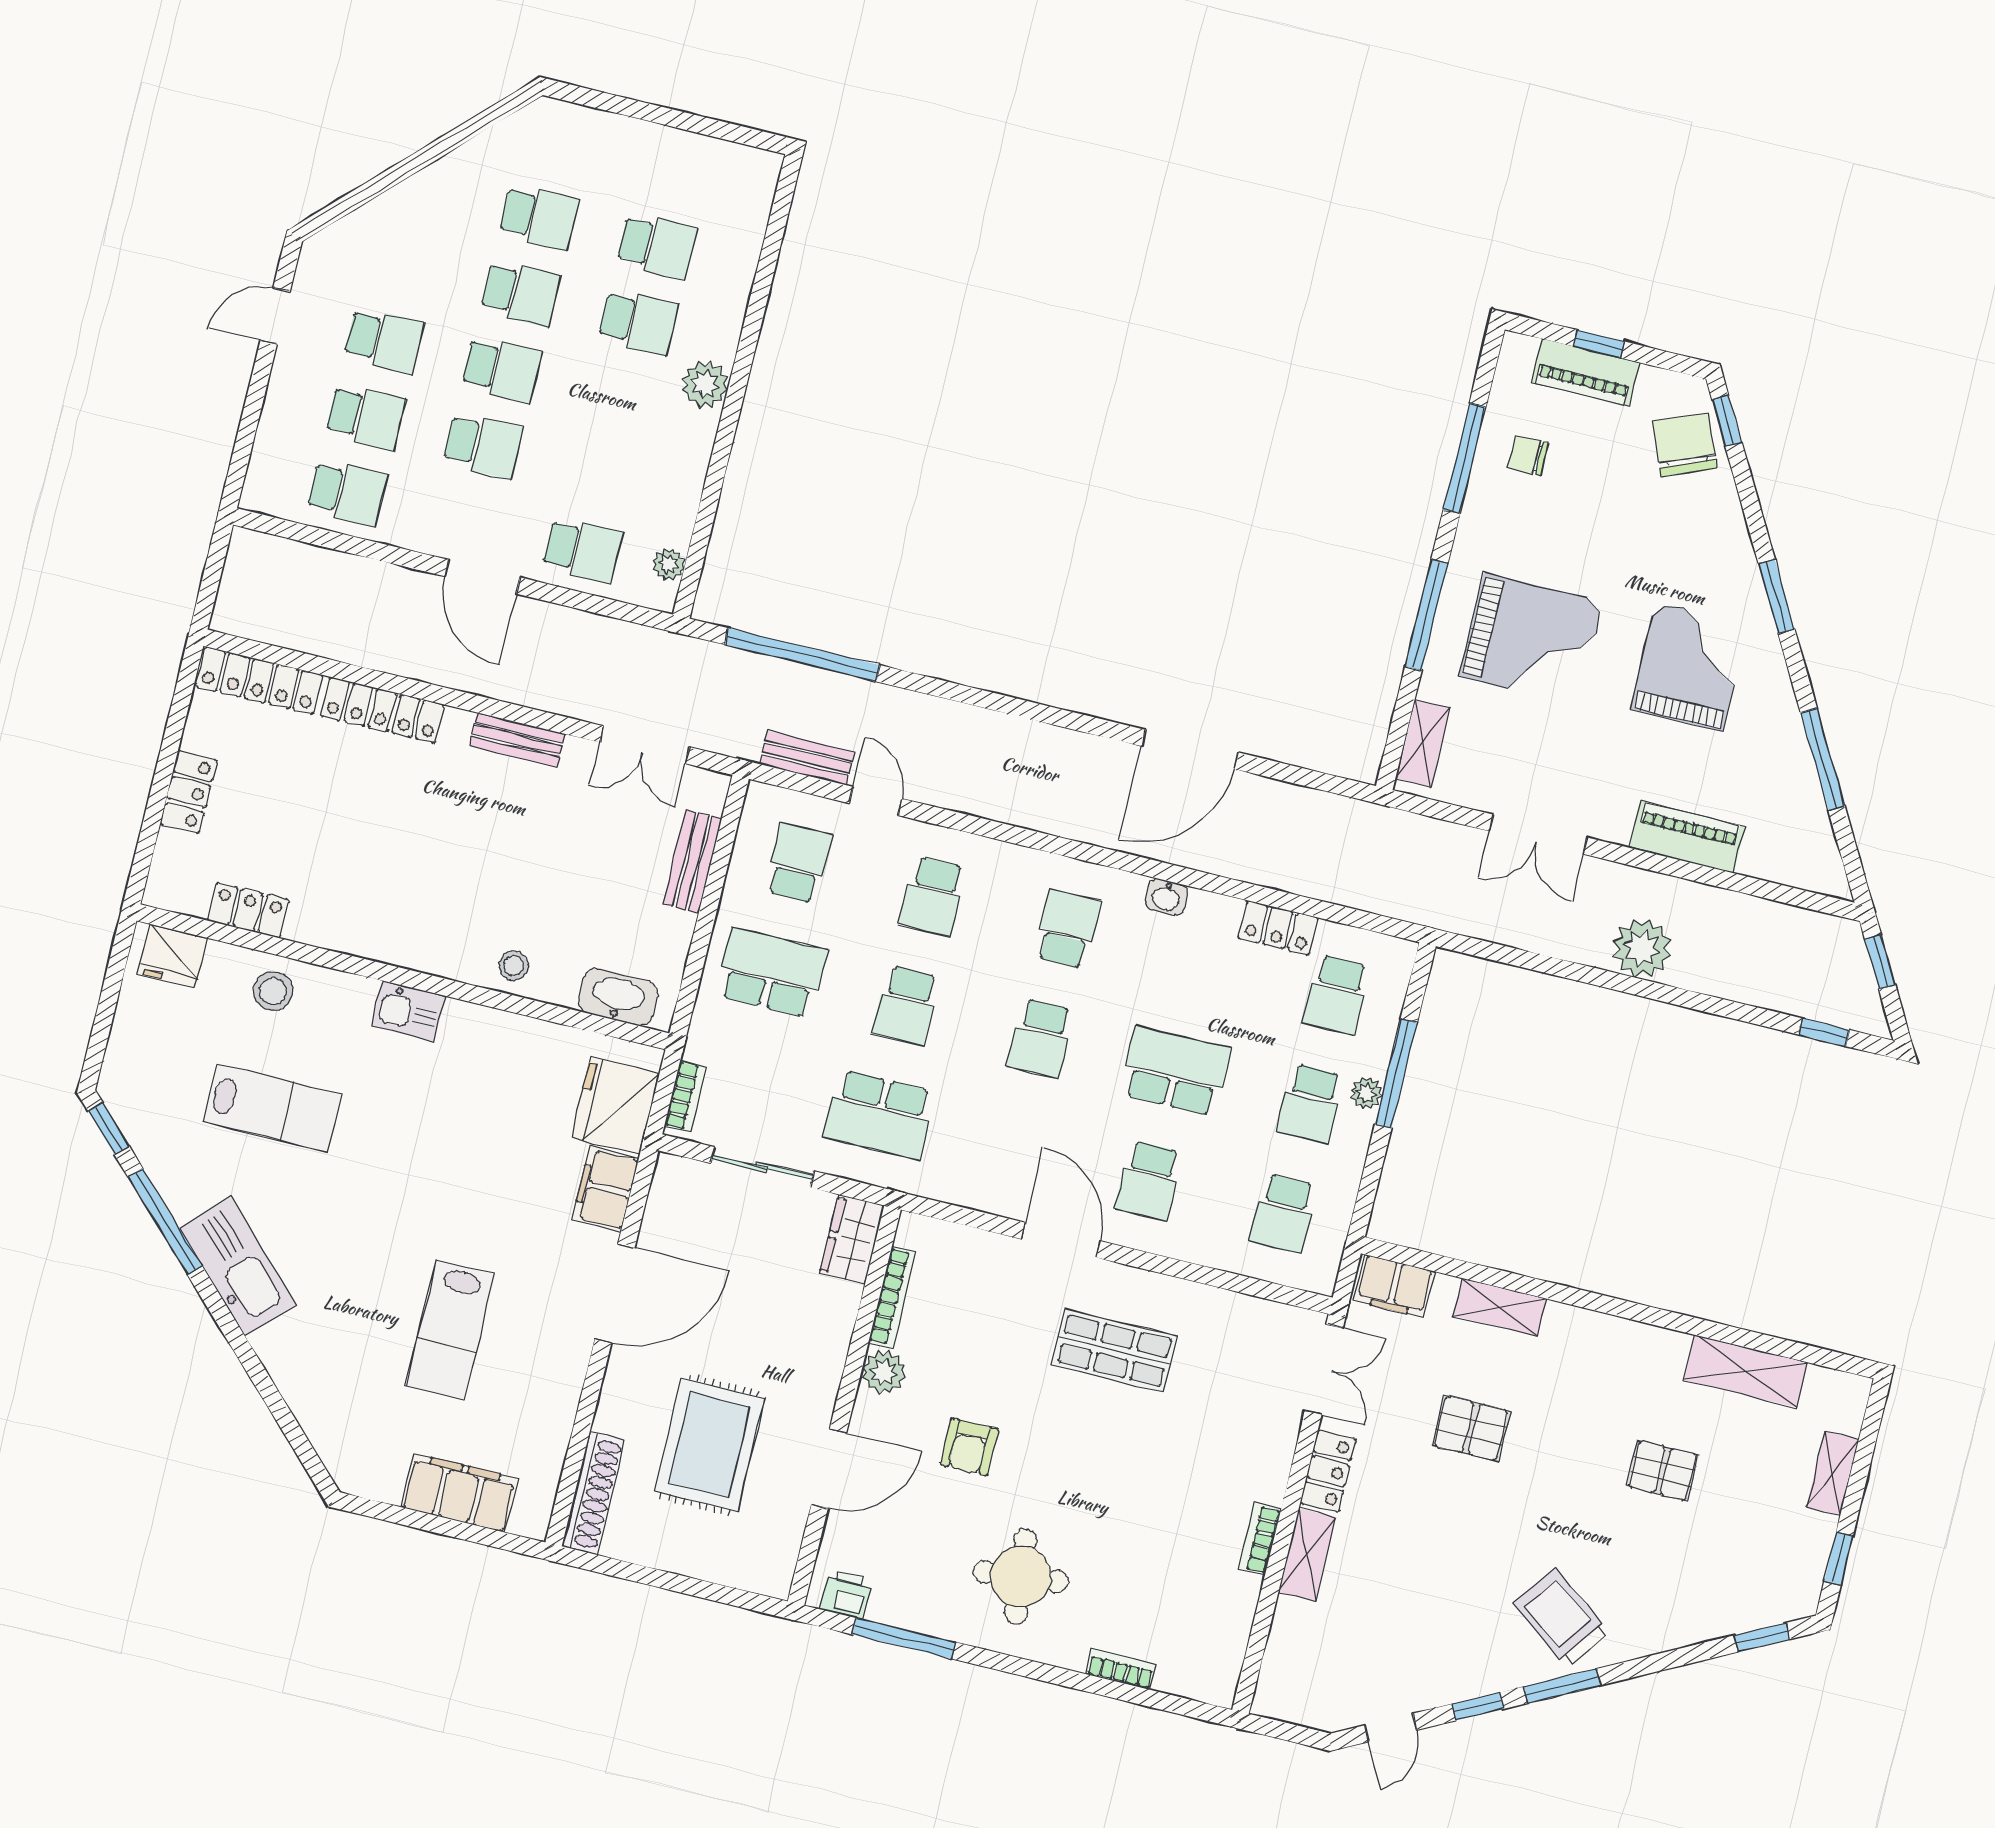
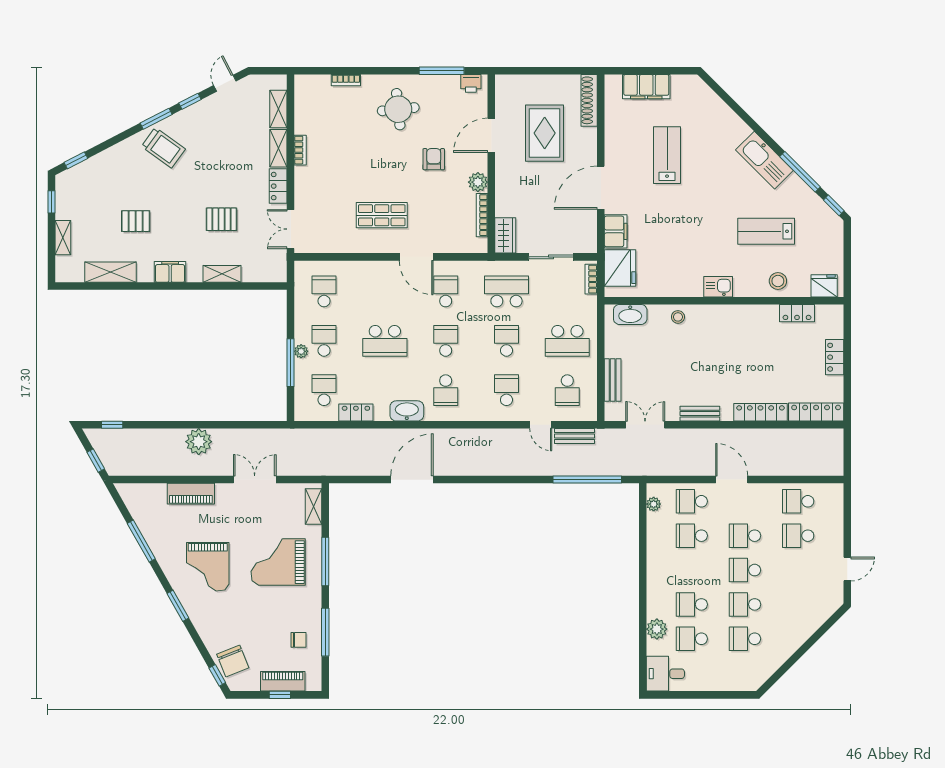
desk: (734, 183) -> (665, 674), added
school desk: (384, 341) -> (692, 536), moved
plant: (705, 384) -> (657, 629), moved
washbasin: (1166, 897) -> (407, 411), width x1.91, depth x1.45
school desk: (1149, 1180) -> (446, 291), moved
filing cabinet: (1394, 1286) -> (170, 272), moved
shelving: (1286, 1642) -> (278, 109), added

